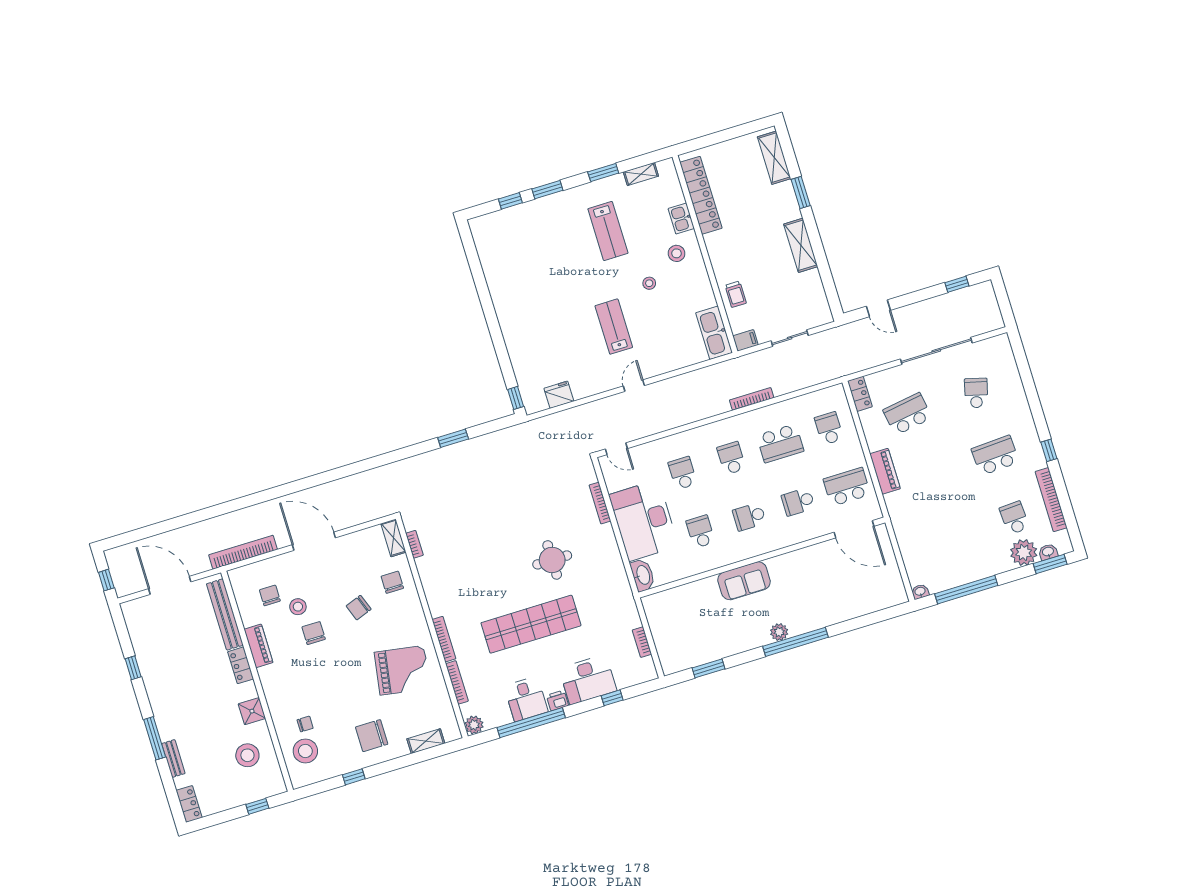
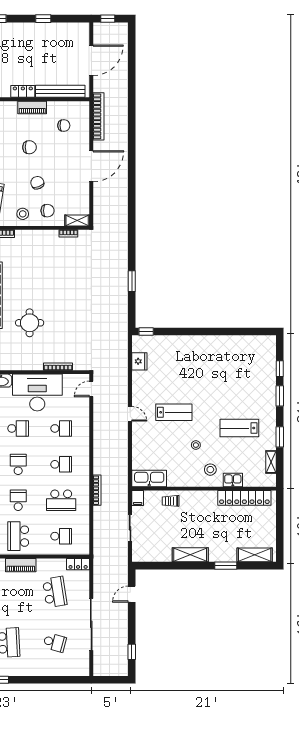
school desk: (780, 443) -> (61, 500), turned -90
school desk: (847, 487) -> (18, 536), turned 180
stool: (298, 607) -> (23, 214), moved

